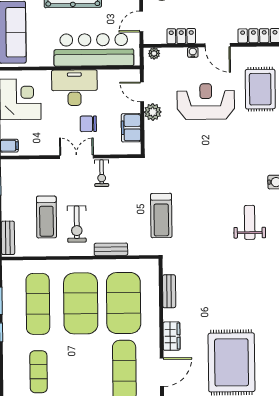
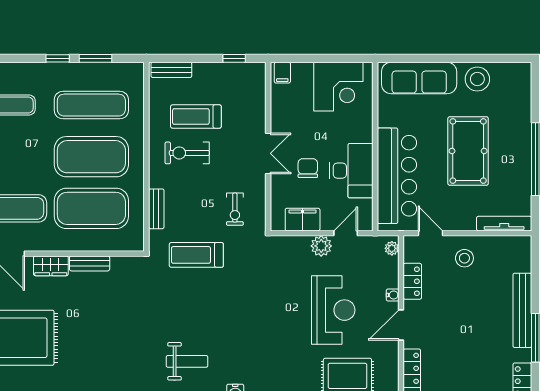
desk: (74, 88) -> (351, 171), moved
exercise bike: (102, 173) -> (235, 209), moved, turned -90
bench: (111, 249) -> (156, 209), moved
bench: (169, 291) -> (90, 263), moved

